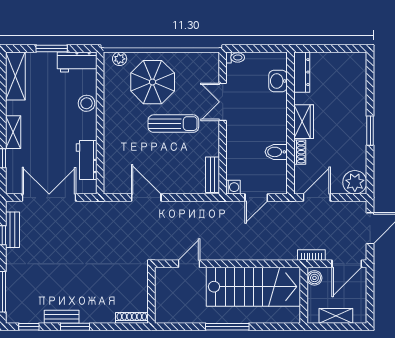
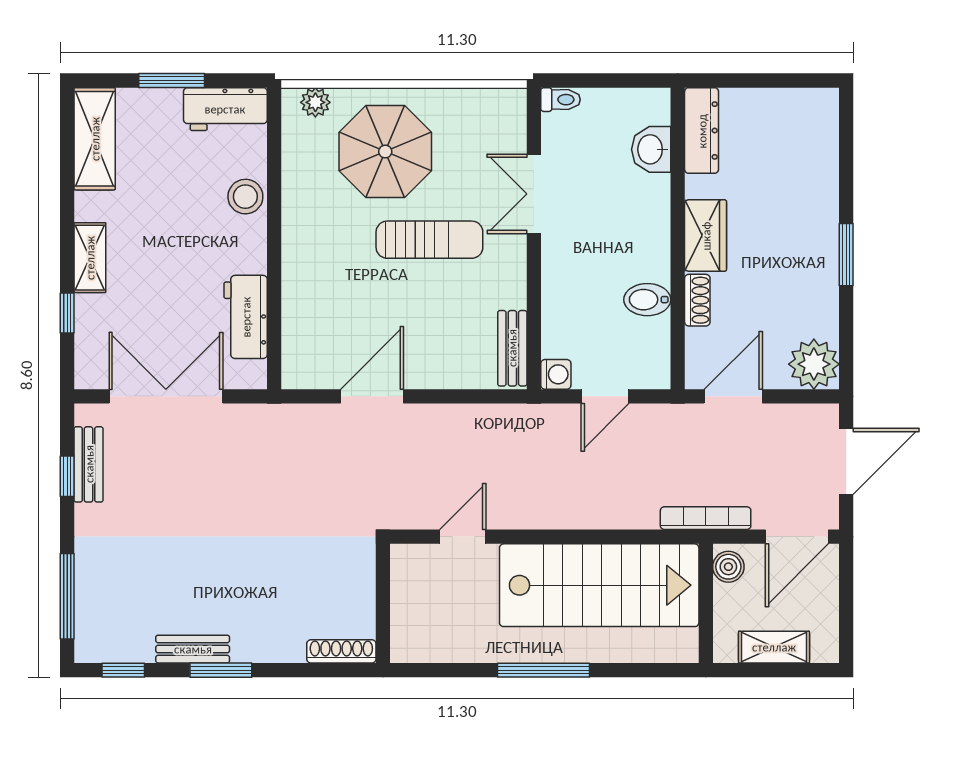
door: (146, 198) -> (372, 396), hinge flipped
bookcase: (311, 255) -> (706, 518), width x1.56

